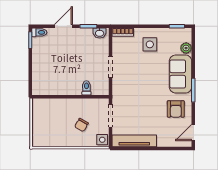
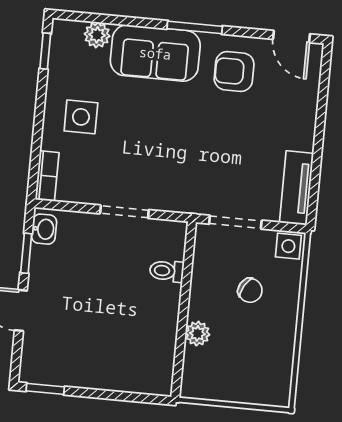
toilet: (39, 32) -> (30, 367), removed
plant: (61, 104) -> (197, 334), added
armchair: (176, 109) -> (234, 71), turned 180
tv unit: (134, 141) -> (296, 188), width x0.71

